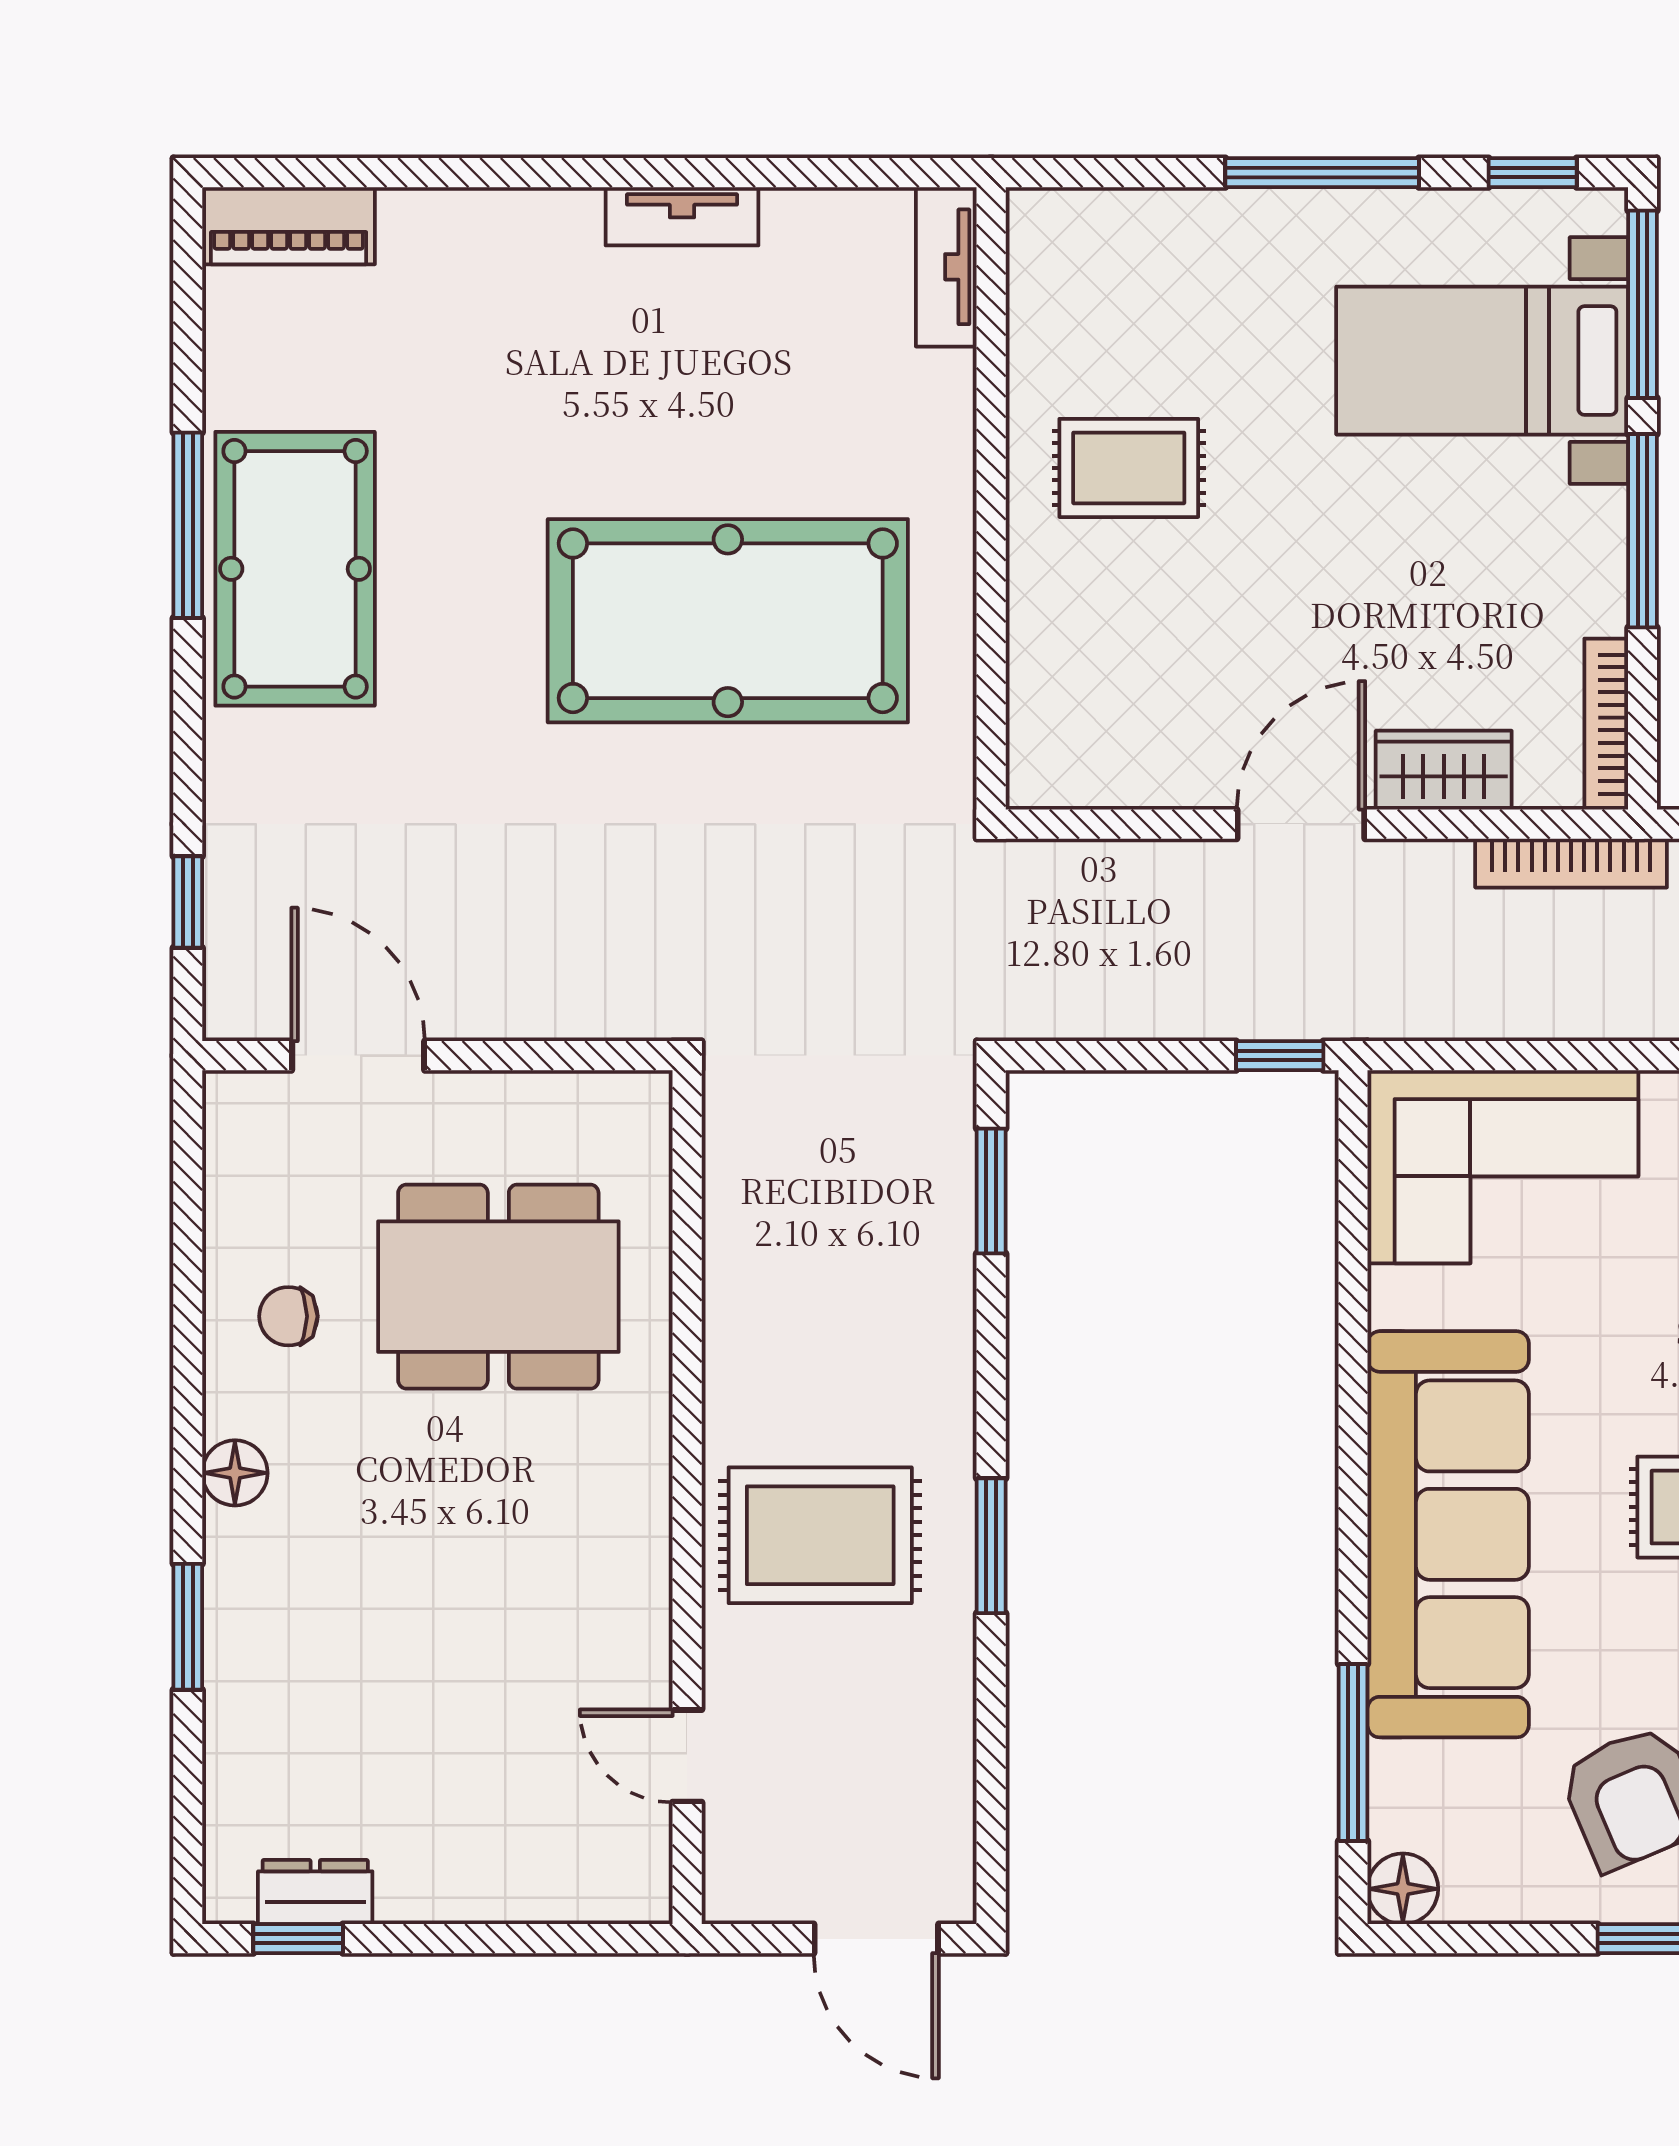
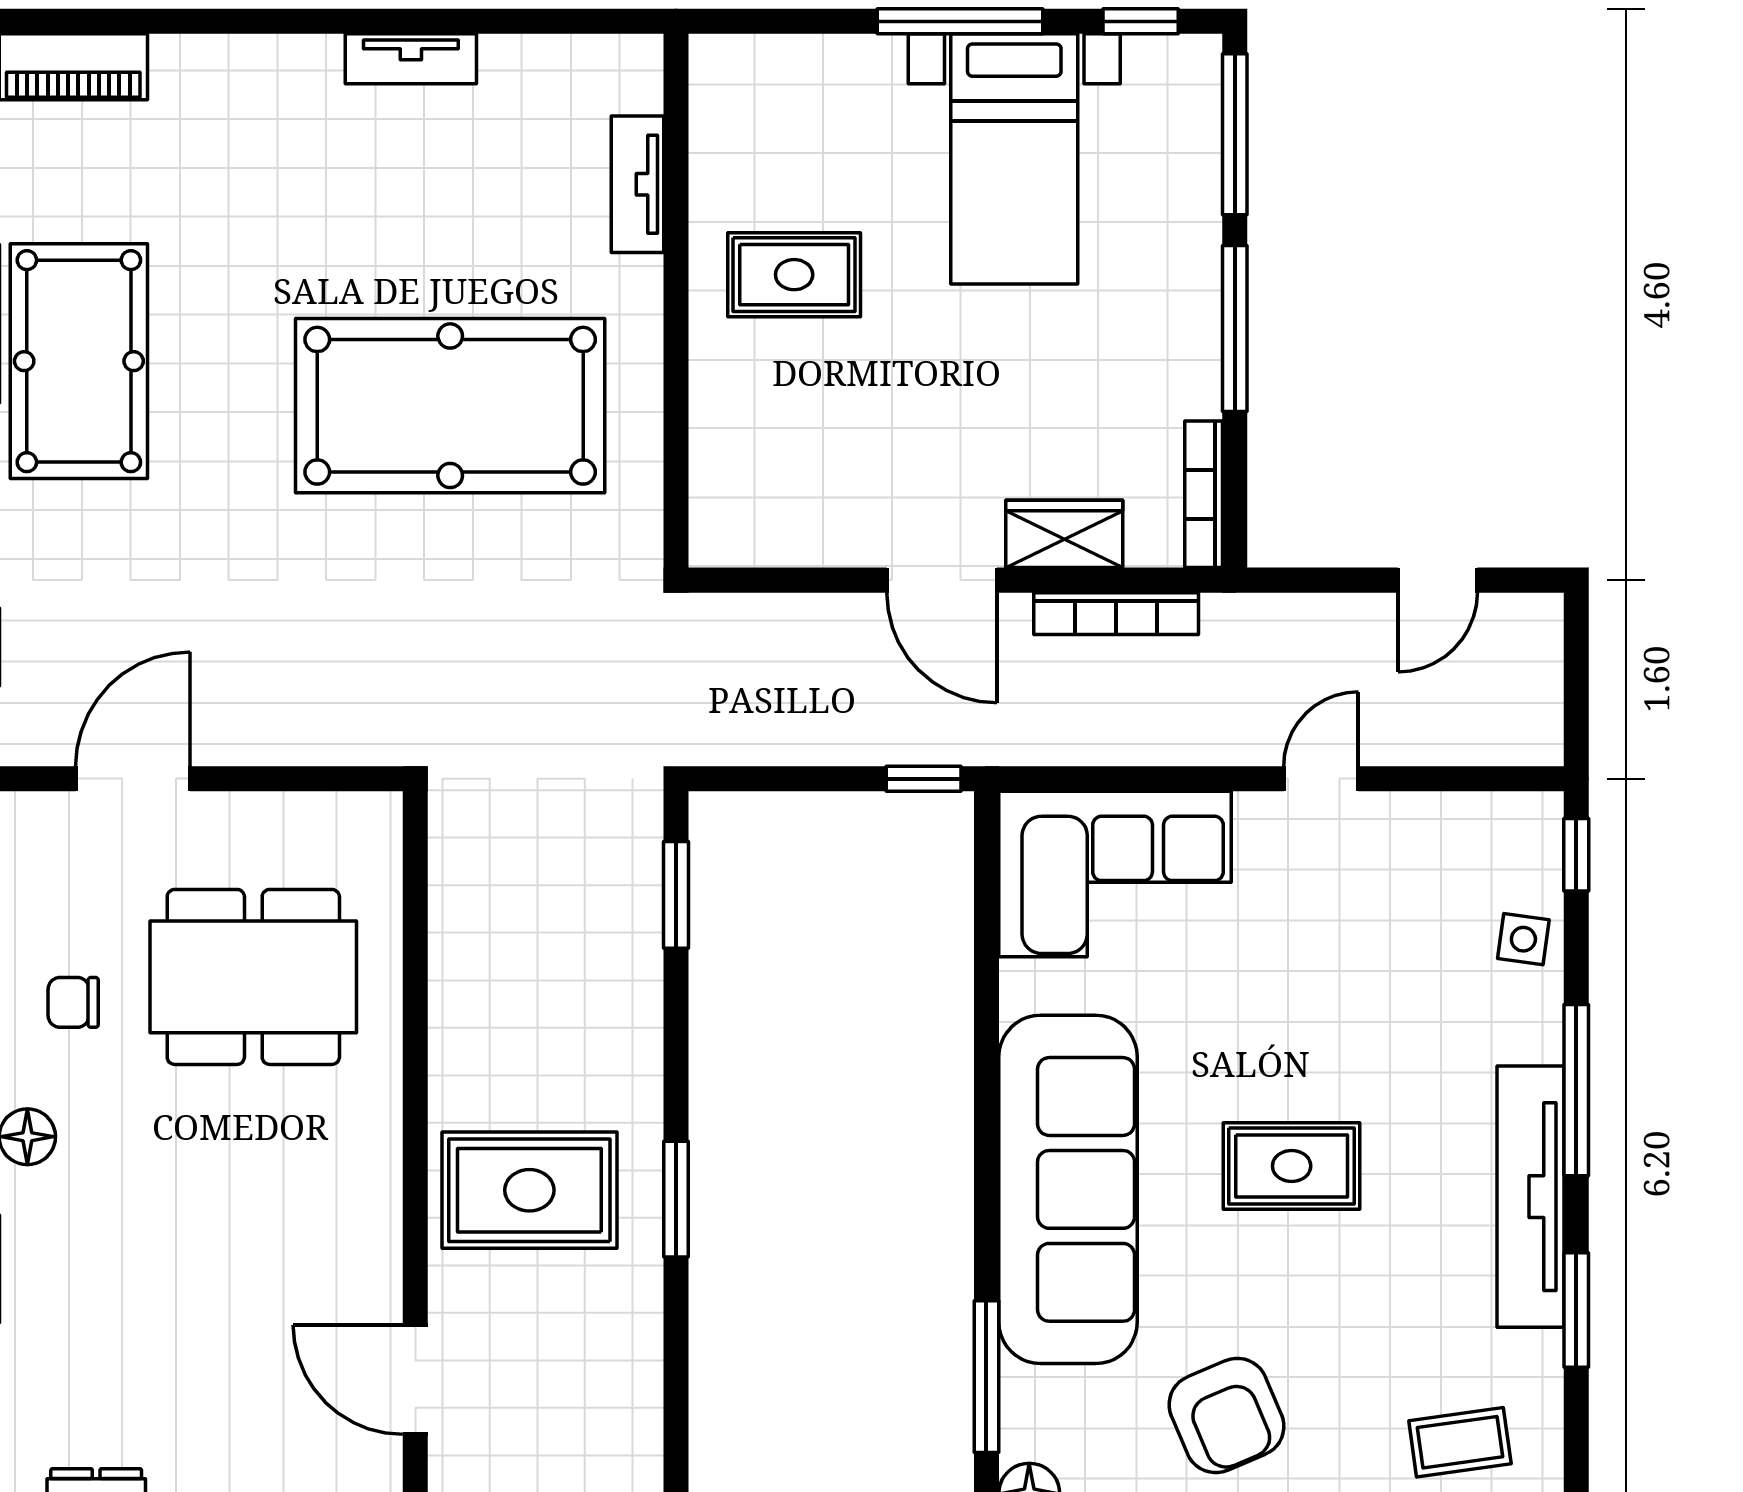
tv unit: (946, 267) -> (638, 184), moved
bed with nightstands: (1482, 361) -> (1014, 159), moved, turned -90
door: (1301, 824) -> (942, 580), swing flipped
bookcase: (1571, 863) -> (1116, 614), moved
door: (358, 1056) -> (133, 779), hinge flipped
door: (687, 1756) -> (415, 1380), width x1.38

